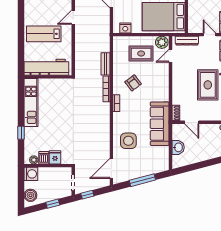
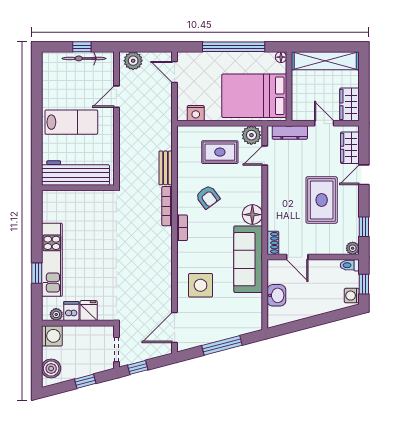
lab bench: (44, 34) -> (71, 122), turned 180
floor lamp: (162, 94) -> (252, 215), added
kitchen unit: (31, 102) -> (52, 260), moved

